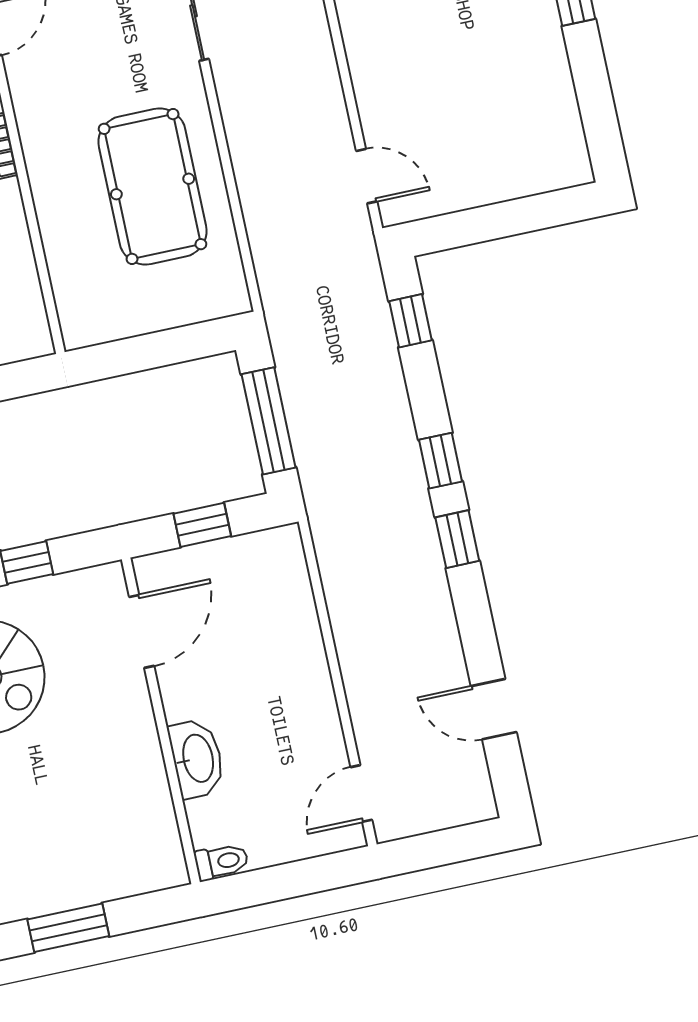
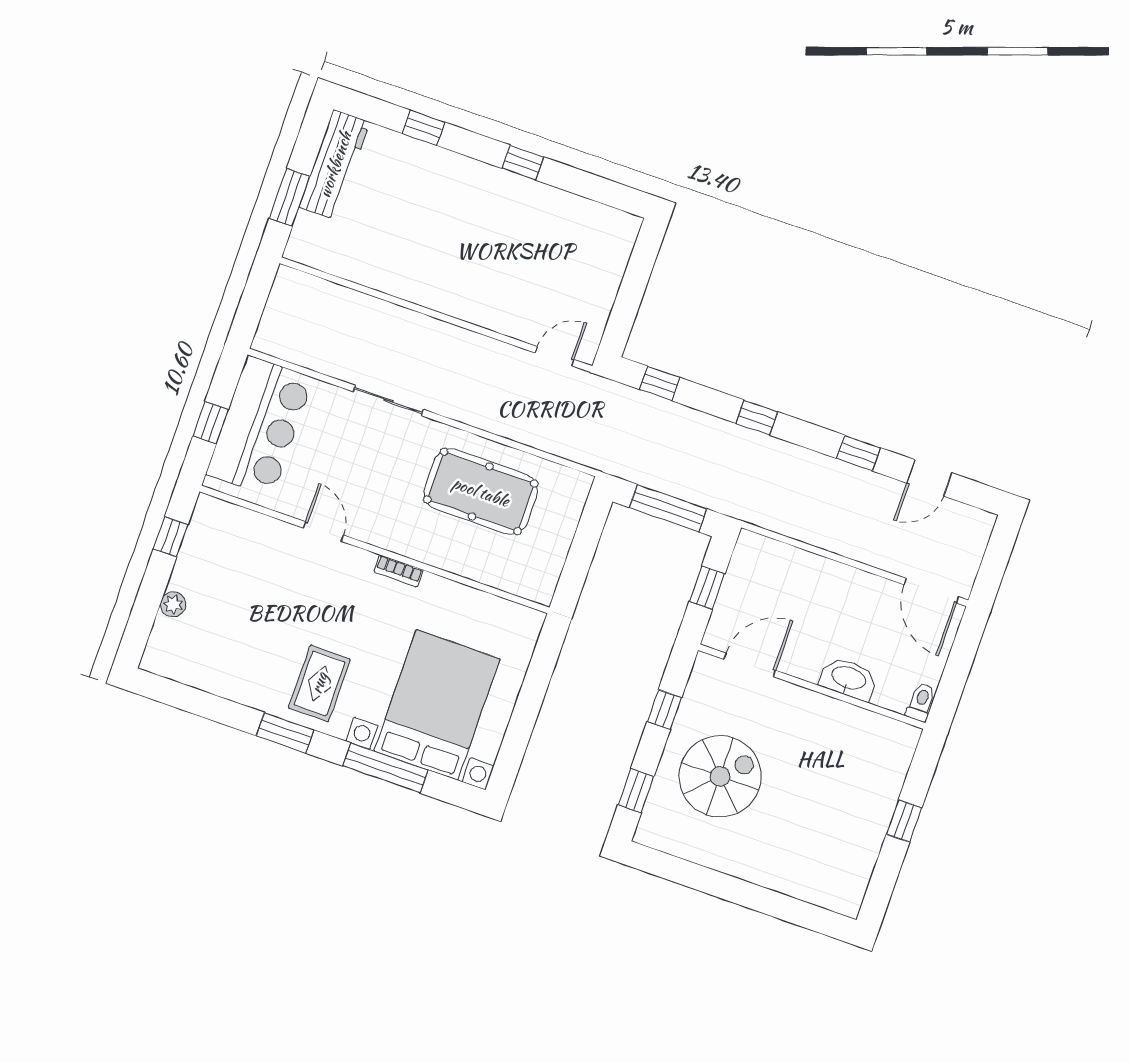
window: (457, 539) -> (858, 453), moved
door: (142, 631) -> (750, 665), hinge flipped
door: (361, 793) -> (931, 591), width x1.37
window: (68, 928) -> (904, 821), width x0.67

